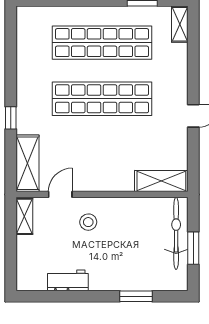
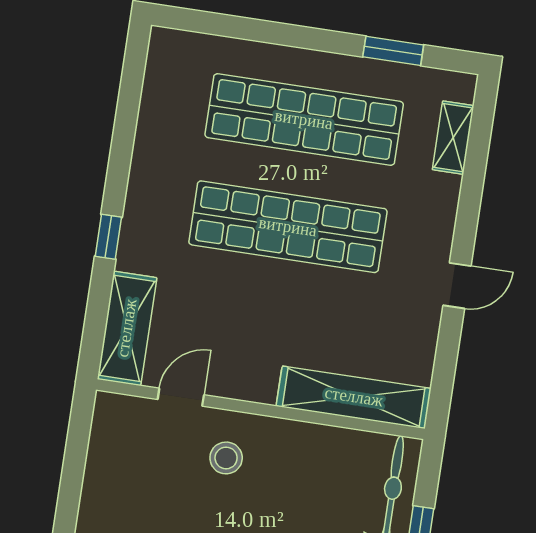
shelving: (180, 24) -> (453, 138), moved
shelving: (161, 181) -> (354, 397), width x1.47
shelving: (24, 216) -> (106, 429), removed

